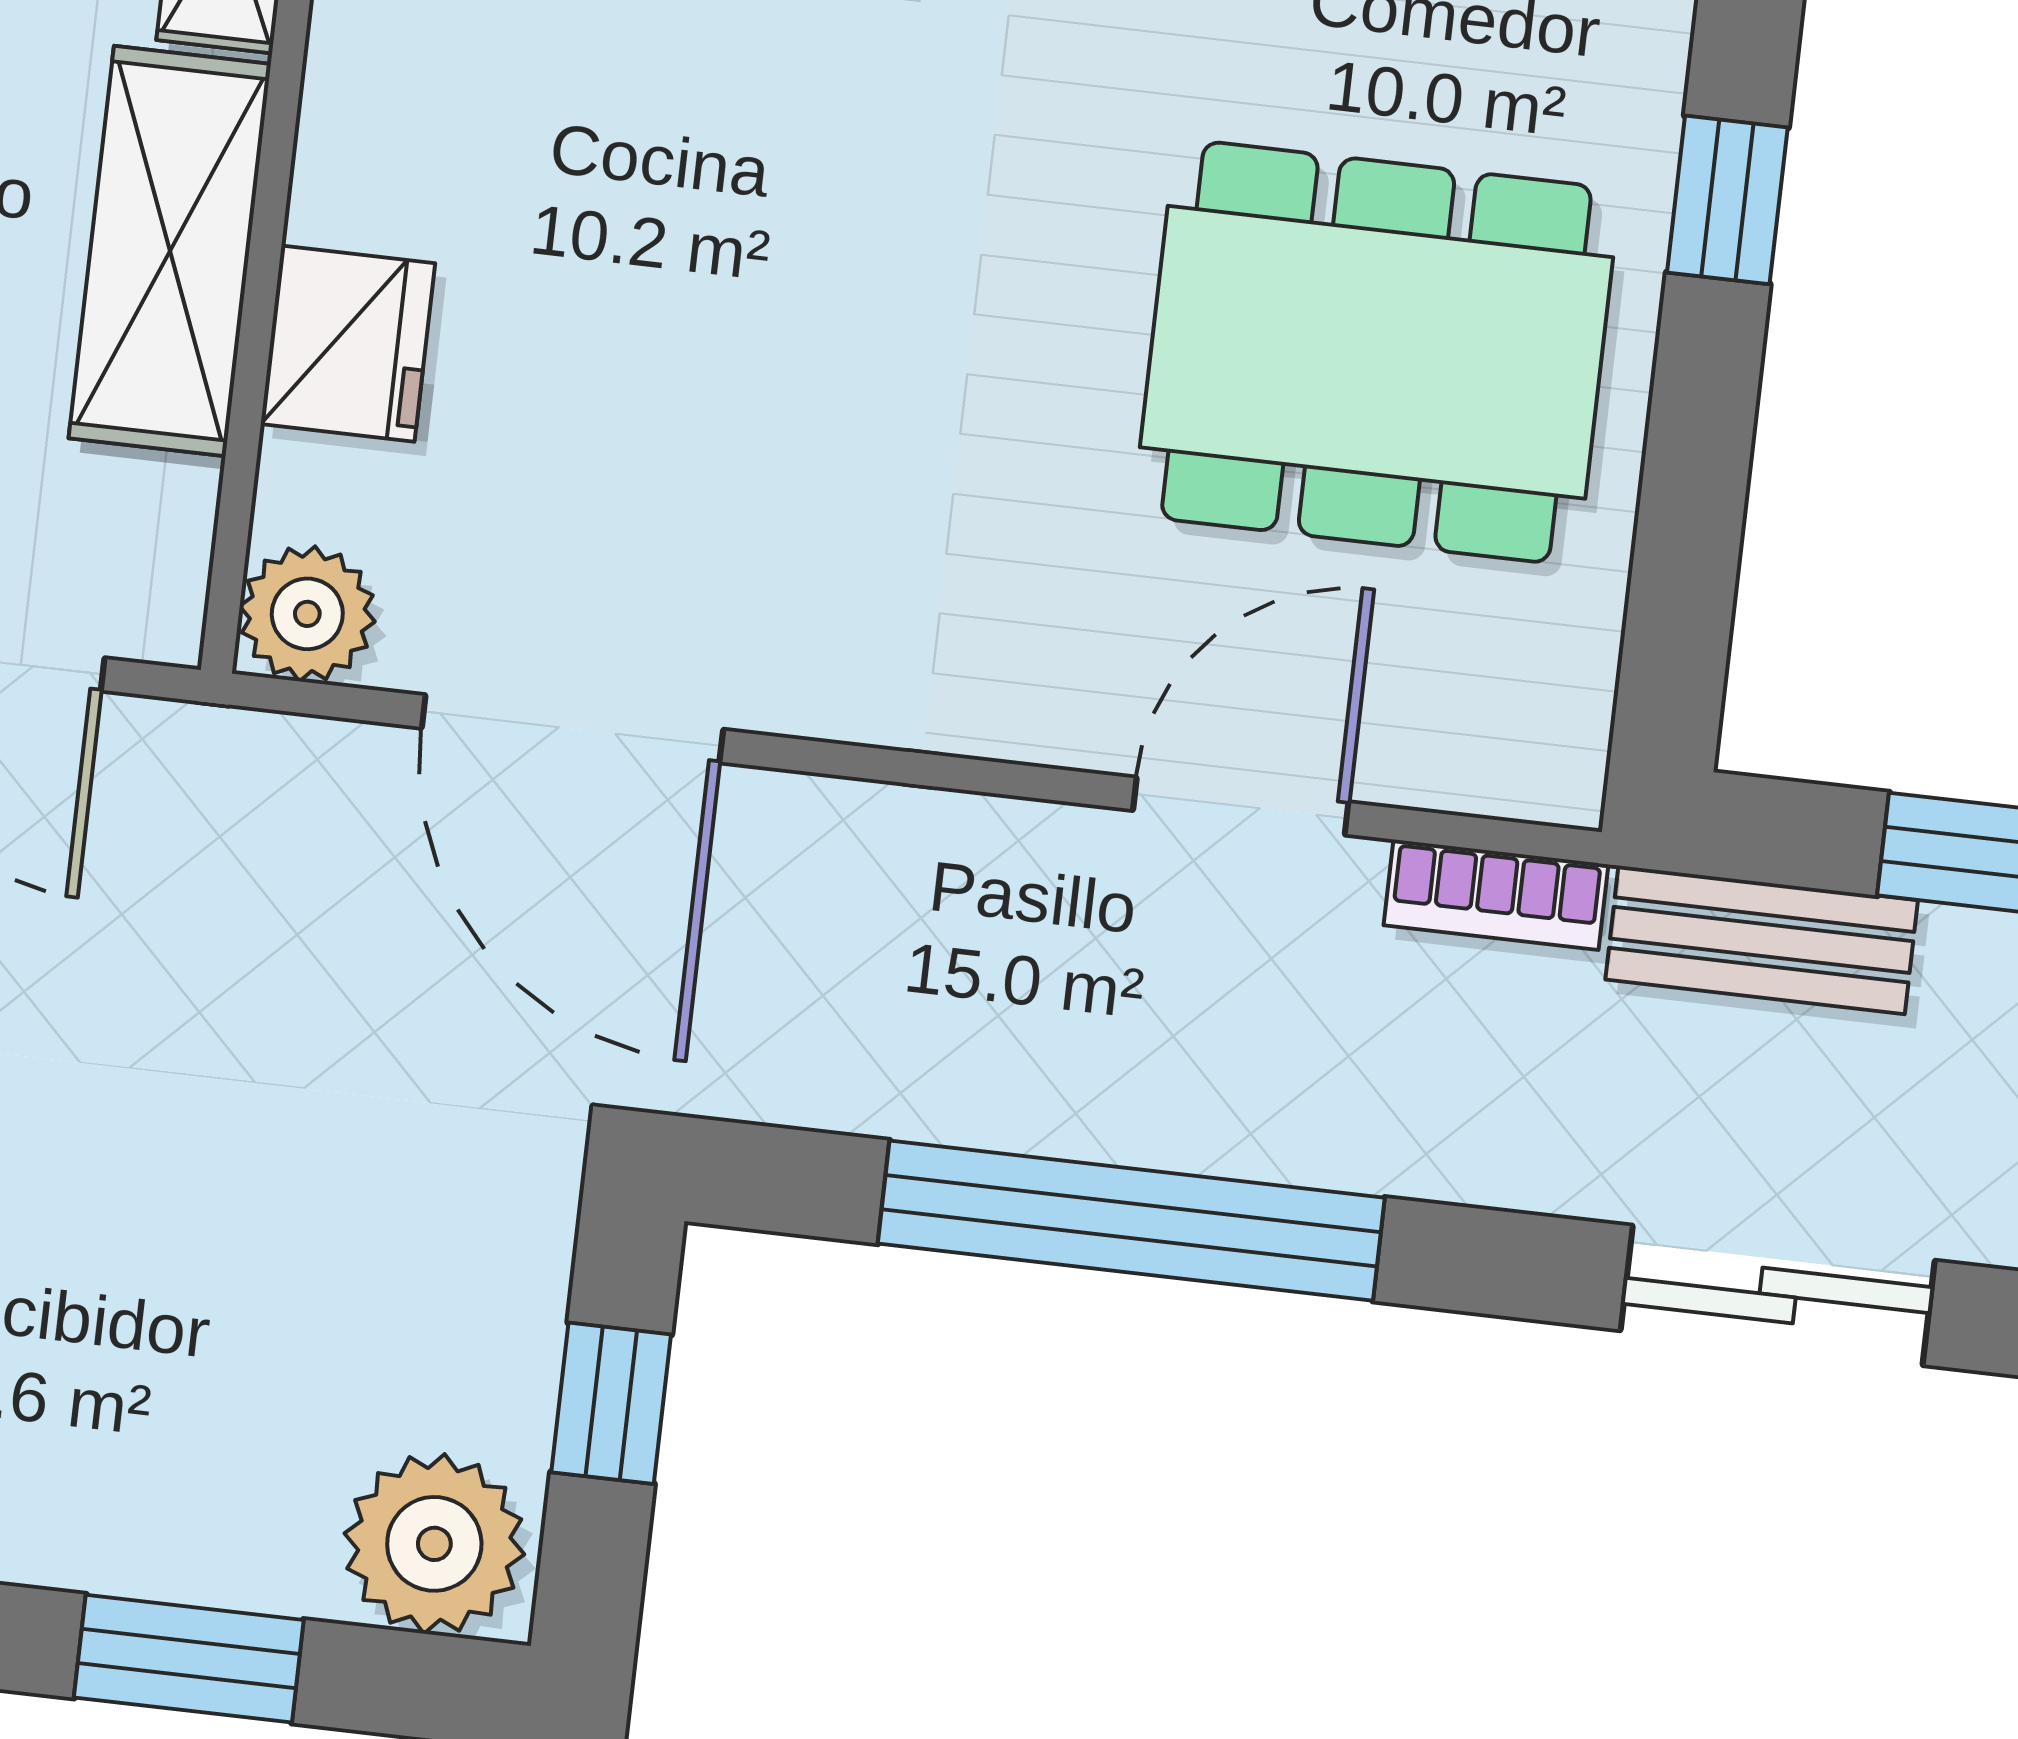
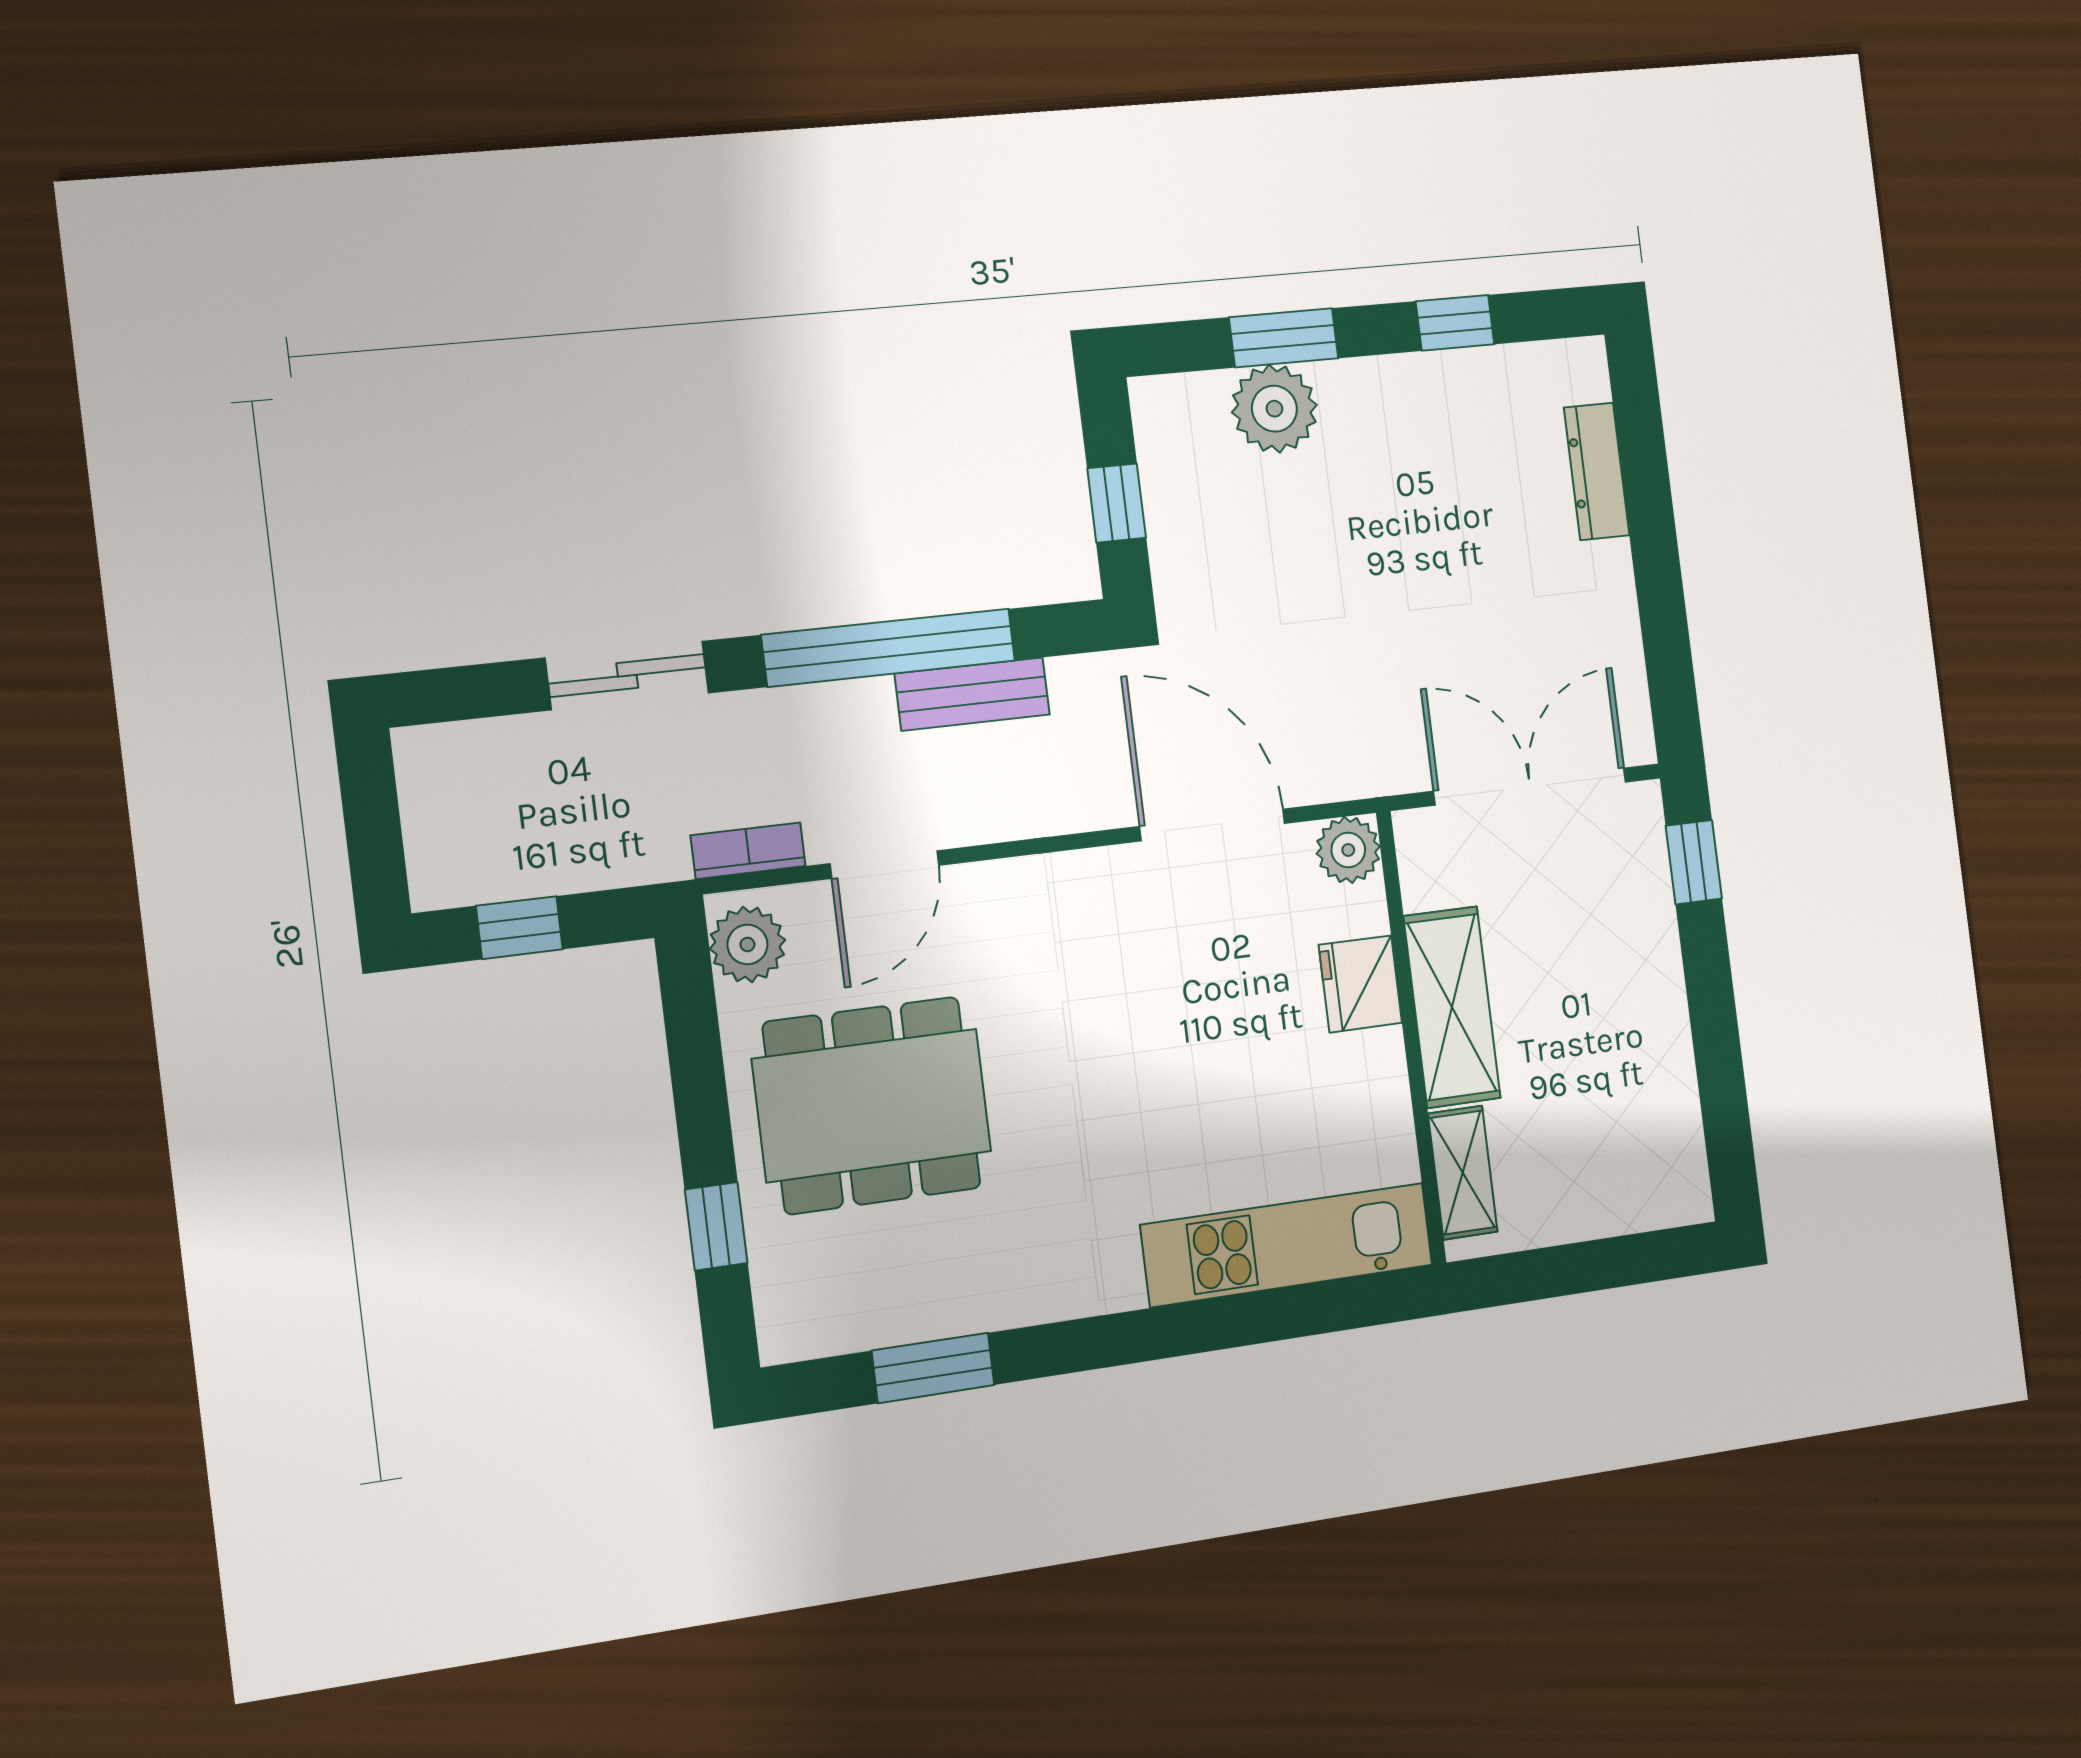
plant: (1540, 717) -> (747, 944), added
bench: (1762, 940) -> (972, 694), moved
sliding door: (1778, 1295) -> (627, 676), moved
plant: (434, 1544) -> (1274, 409), moved

